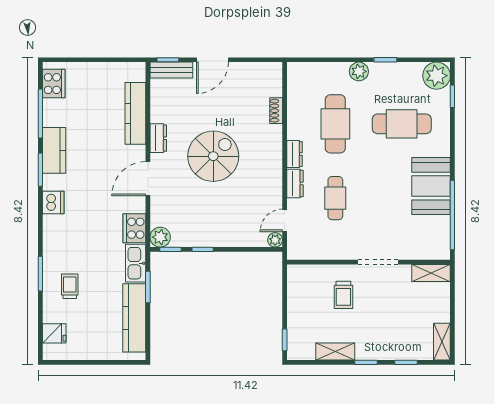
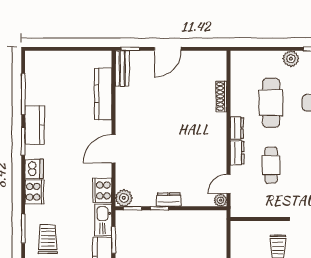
bench: (171, 70) -> (122, 69), moved, turned 90
cooker: (54, 84) -> (34, 192), moved
shoe rack: (276, 111) -> (221, 96), width x1.43
dresser: (158, 138) -> (169, 200), moved, turned -90
spiral stairs: (213, 156) -> (168, 130), removed
trolley: (70, 286) -> (48, 239), width x1.36, depth x1.39

